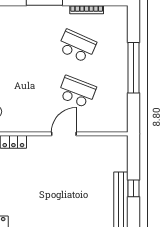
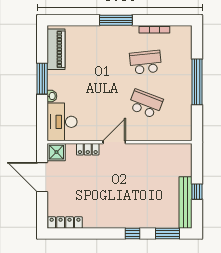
school desk: (77, 46) -> (146, 62), turned -30
door: (64, 134) -> (114, 142), moved

